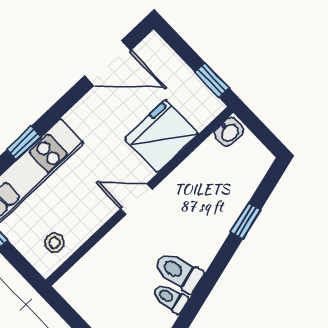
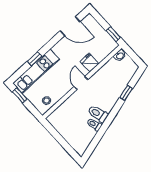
fridge: (162, 136) -> (89, 63), width x0.53, depth x0.75
door: (136, 199) -> (81, 83), hinge flipped

